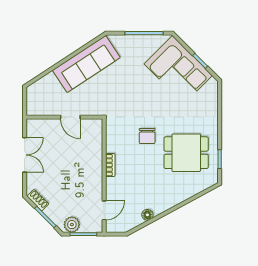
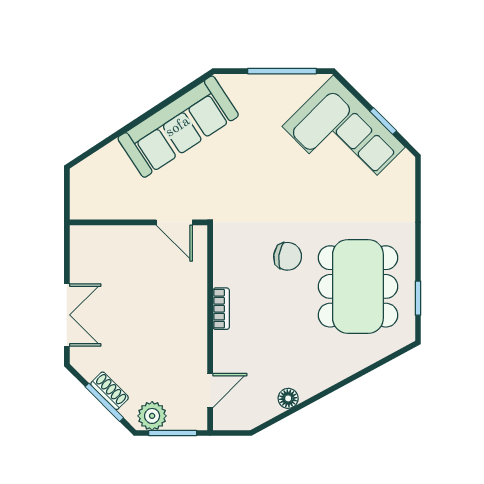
door: (70, 117) -> (174, 222), moved
chair: (147, 136) -> (288, 256), turned -82
dining table: (186, 153) -> (358, 286), width x1.38
double door: (25, 155) -> (67, 315), moved
shoe rack: (38, 200) -> (110, 391), moved

